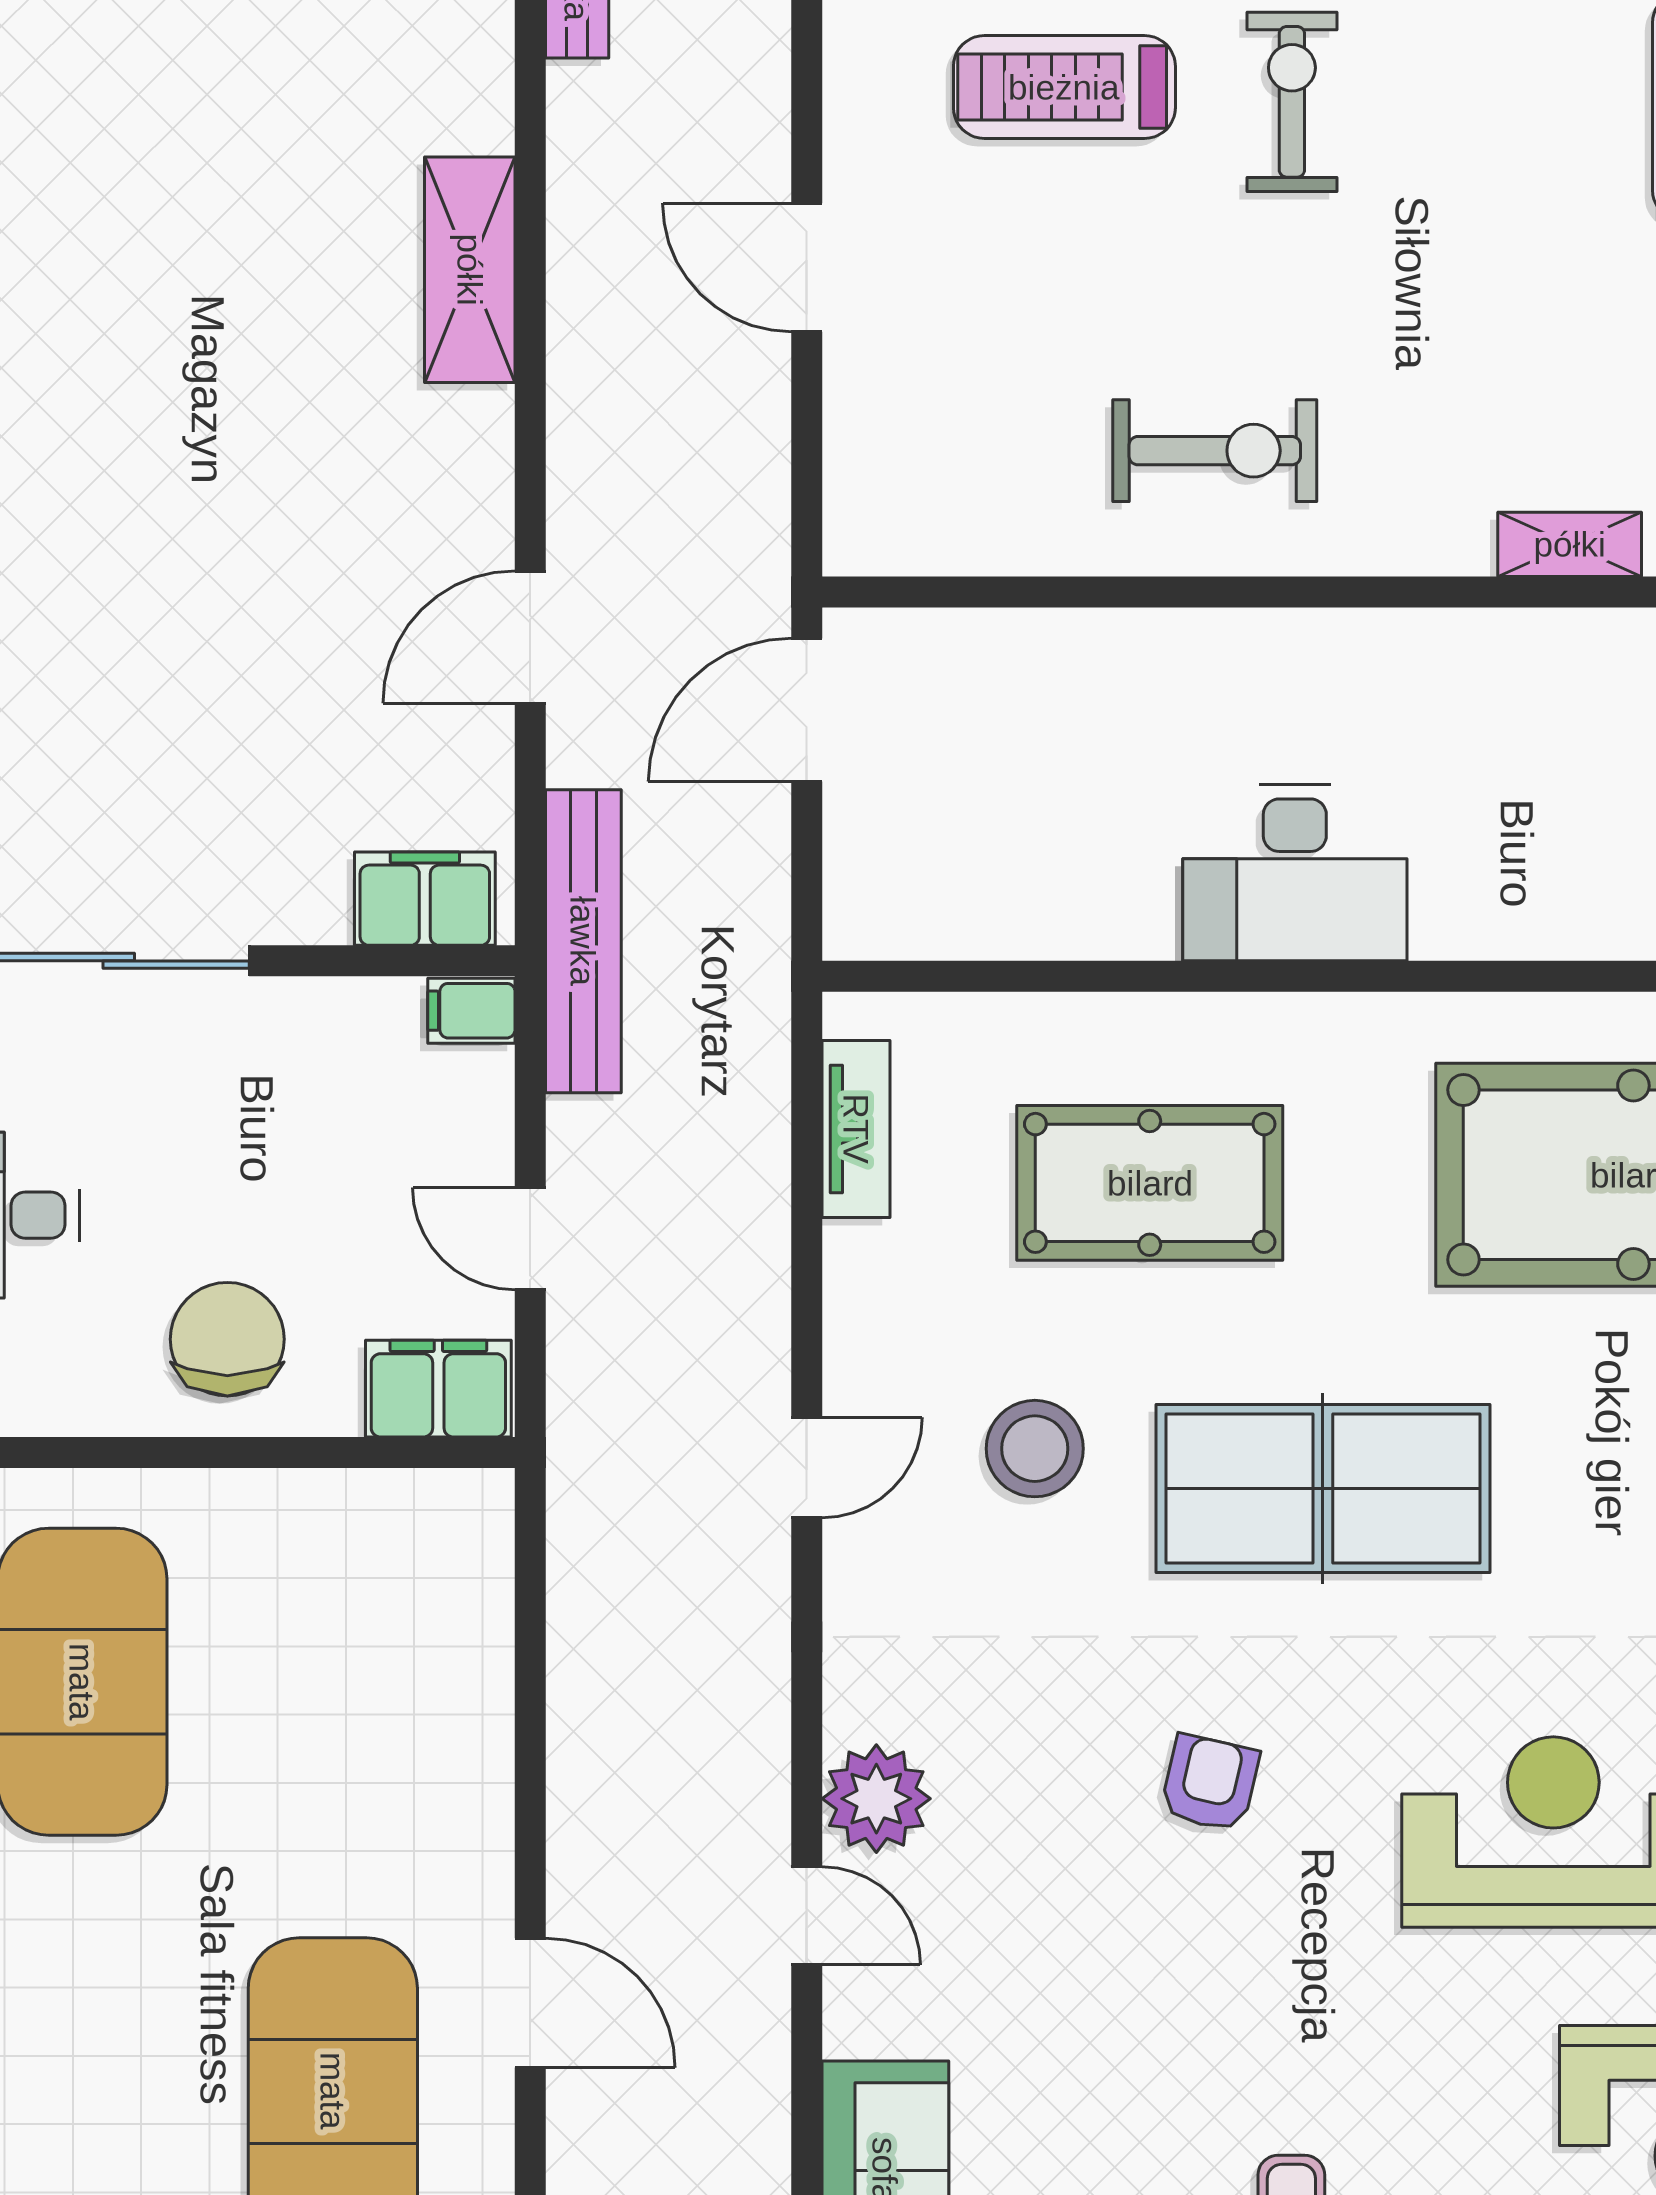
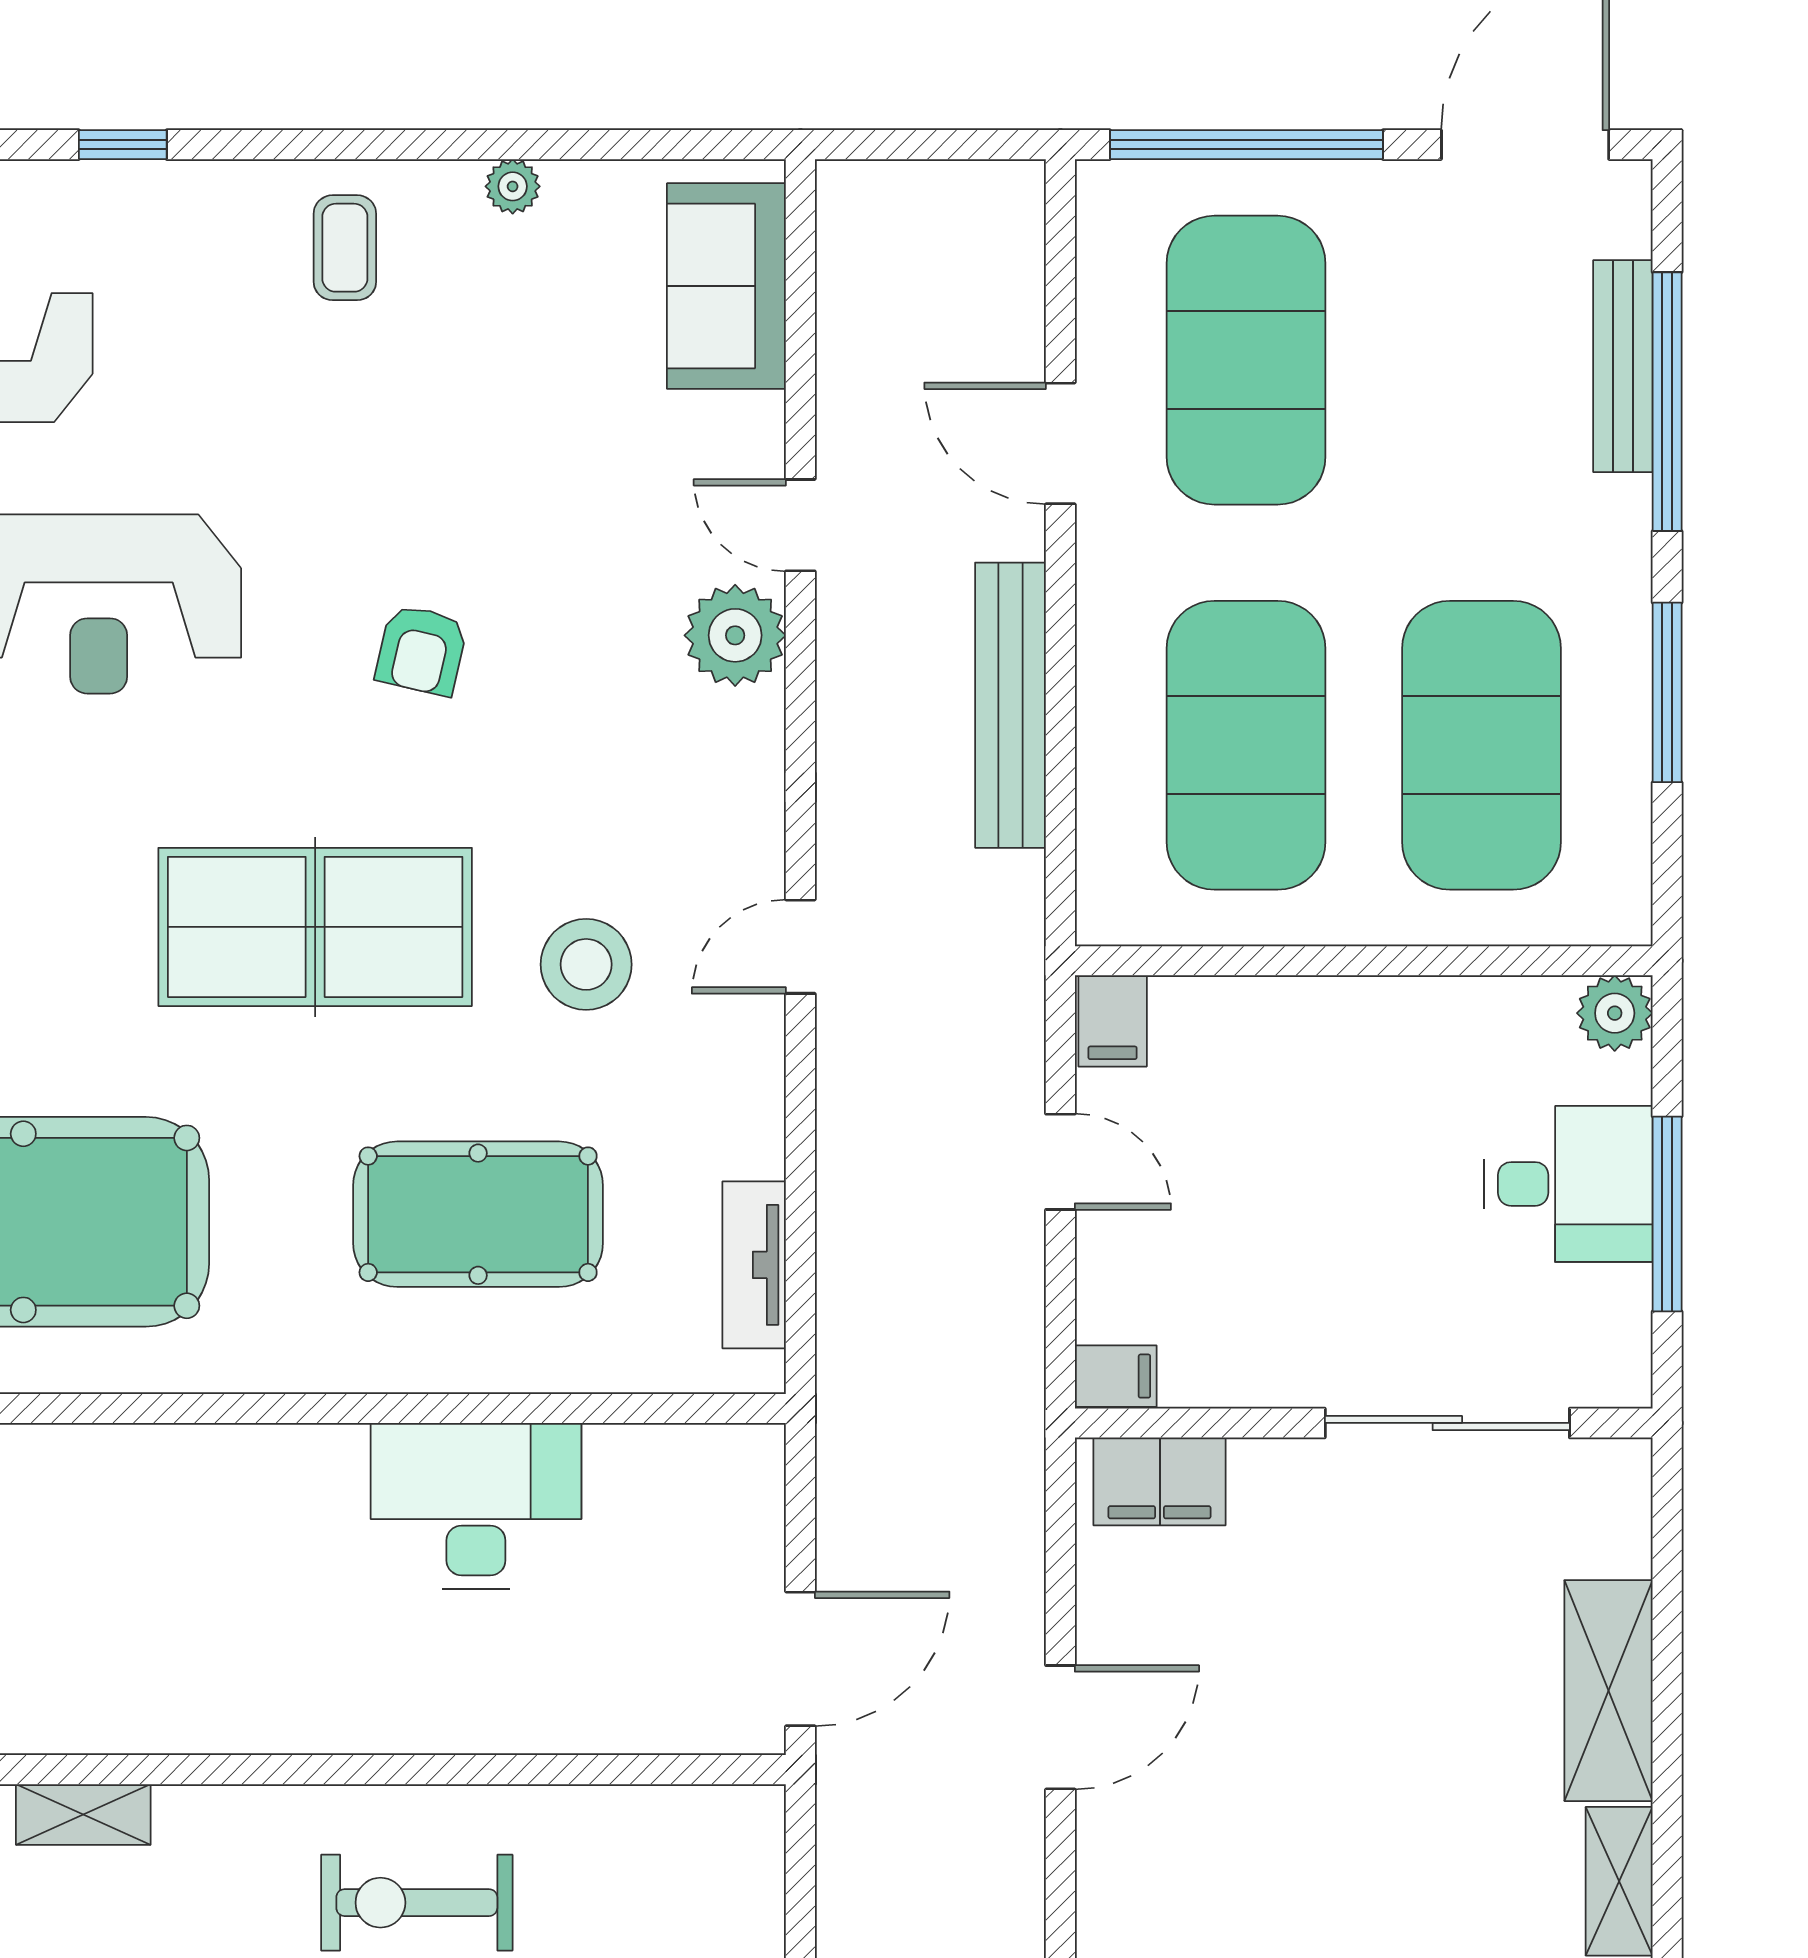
desk: (1295, 873) -> (476, 1506), moved
bench: (583, 941) -> (1010, 705), moved
chair: (227, 1339) -> (1345, 1067), removed
filing cabinet: (438, 1389) -> (1113, 1021), width x0.50
exercise mat: (333, 1682) -> (1246, 745), added

